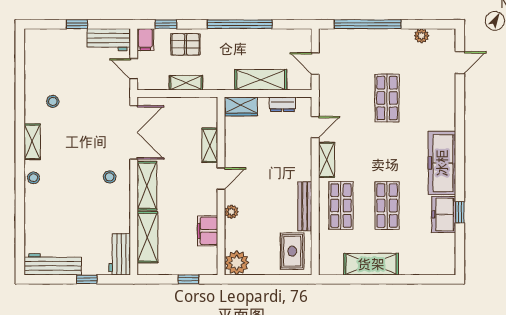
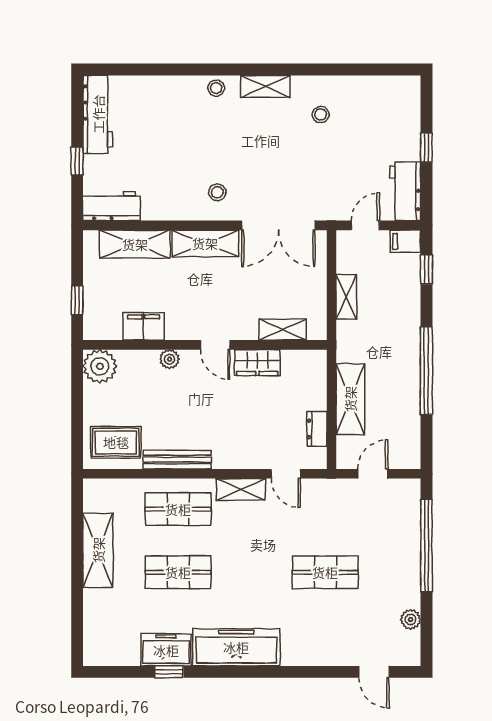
pallet: (185, 44) -> (399, 296), removed
wardrobe: (241, 106) -> (257, 363), moved, turned -90
shelving: (210, 145) -> (283, 330), moved

